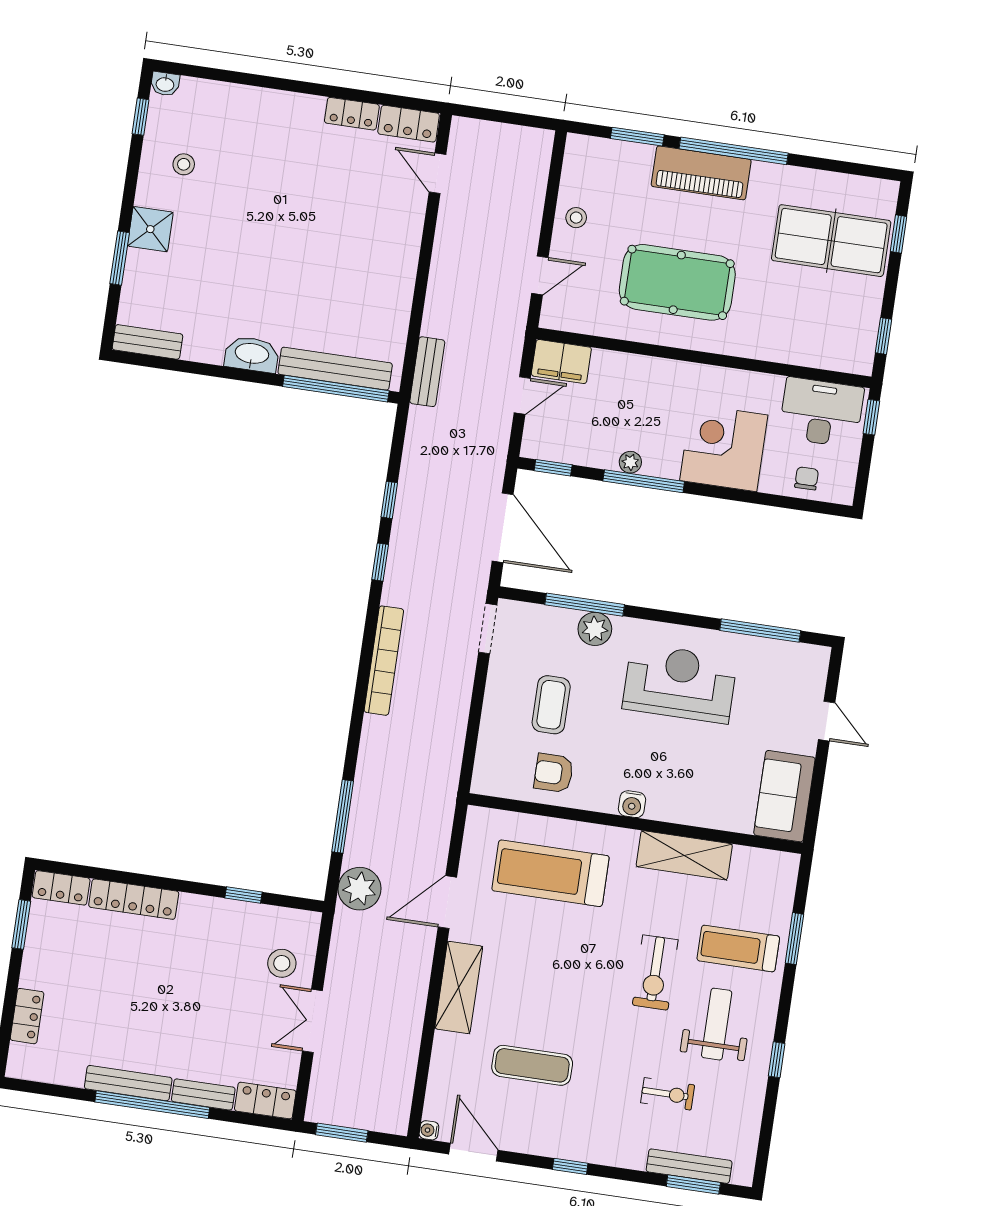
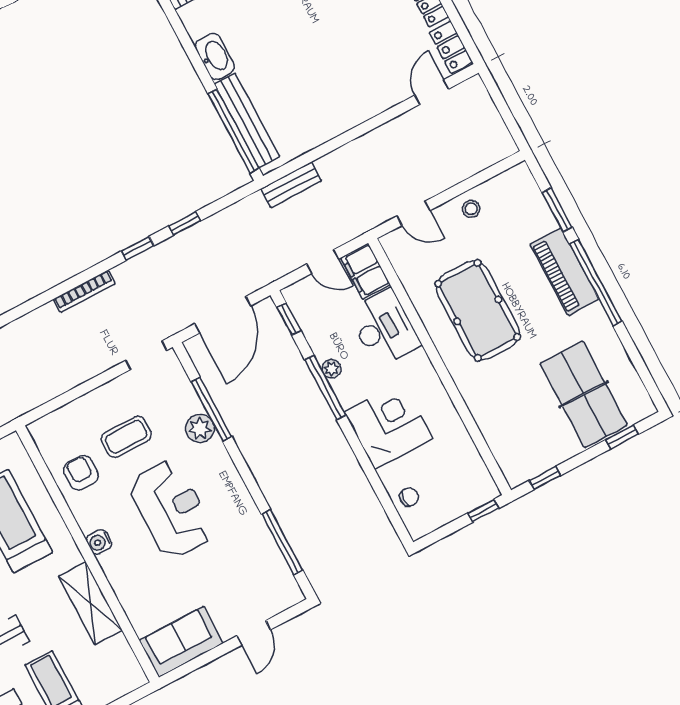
desk: (821, 412) -> (384, 328), moved
bookcase: (384, 661) -> (84, 291), width x0.68, depth x0.76
reception desk: (680, 683) -> (171, 509), moved

